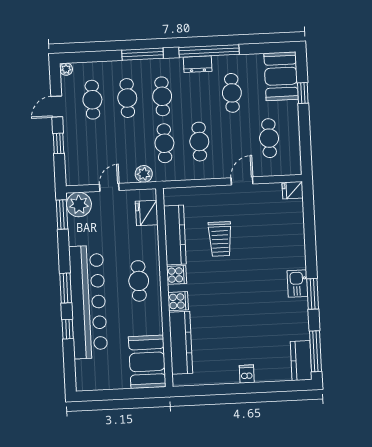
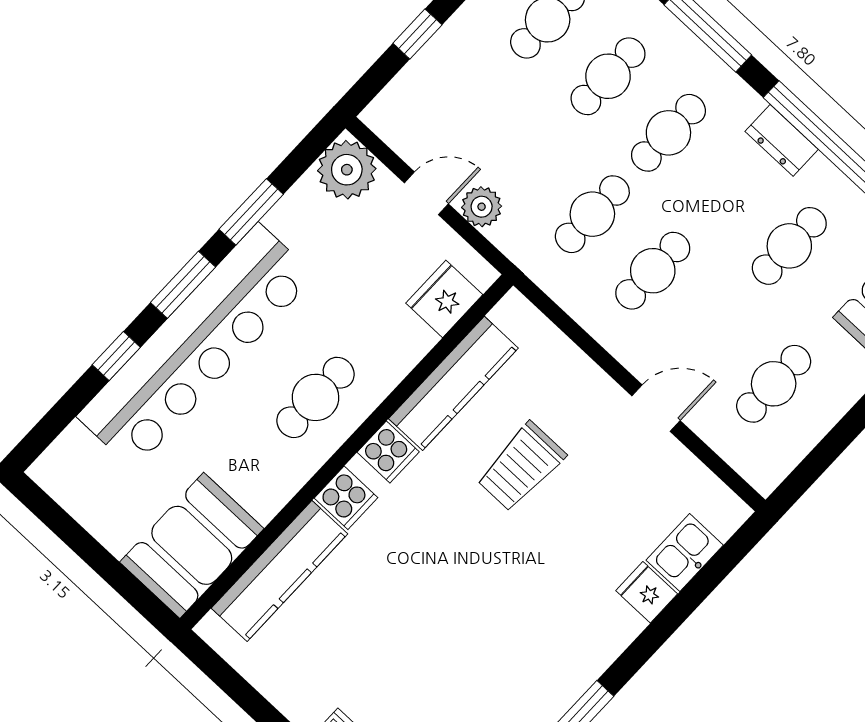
plant: (144, 174) -> (482, 207), moved
fridge: (293, 190) -> (647, 592), moved
window: (62, 215) -> (251, 212), moved
kitchen sink: (297, 284) -> (685, 553), moved

